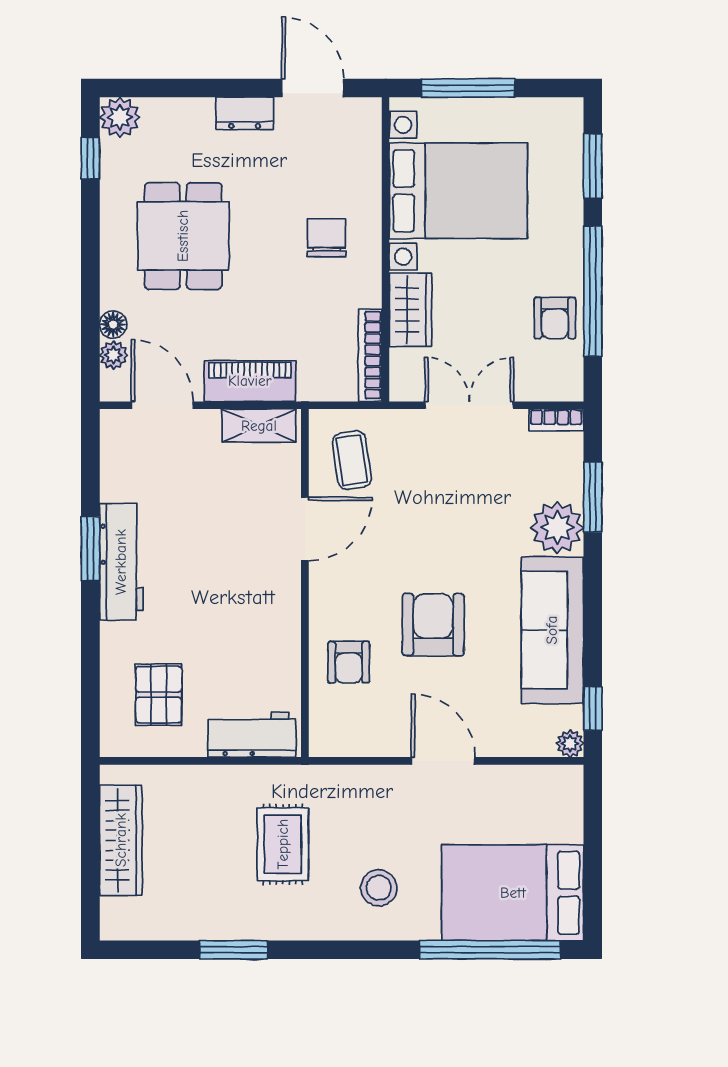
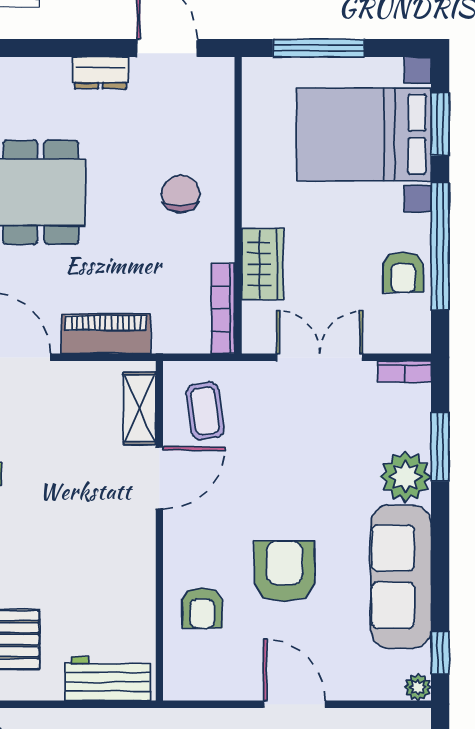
bed with nightstands: (458, 191) -> (364, 134), moved, turned 180
shelving: (259, 426) -> (140, 409), moved, turned 90

